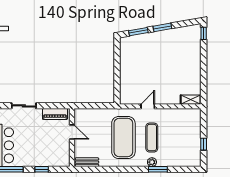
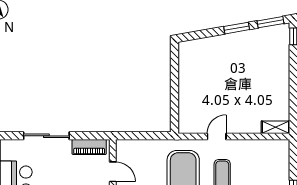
window: (138, 32) -> (271, 22), moved
sliding door: (24, 106) -> (46, 136), width x1.37

